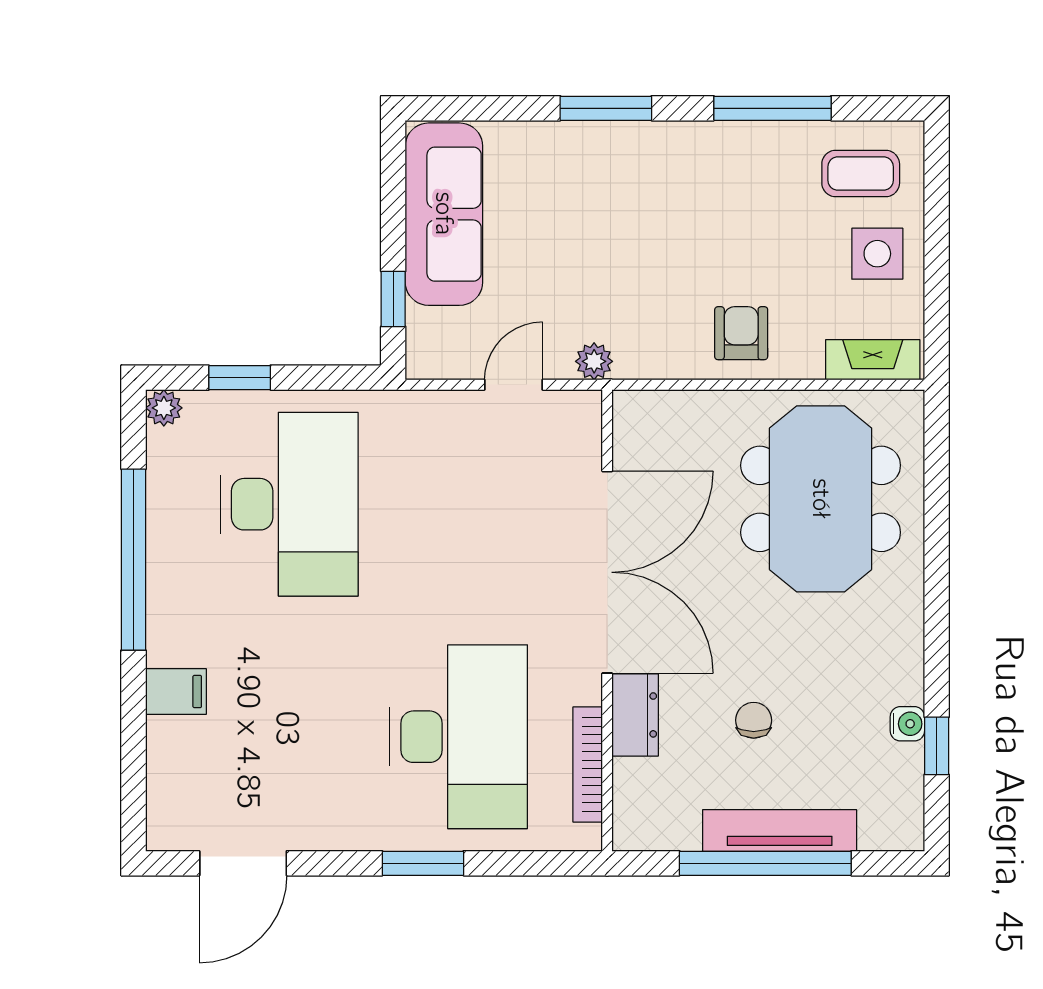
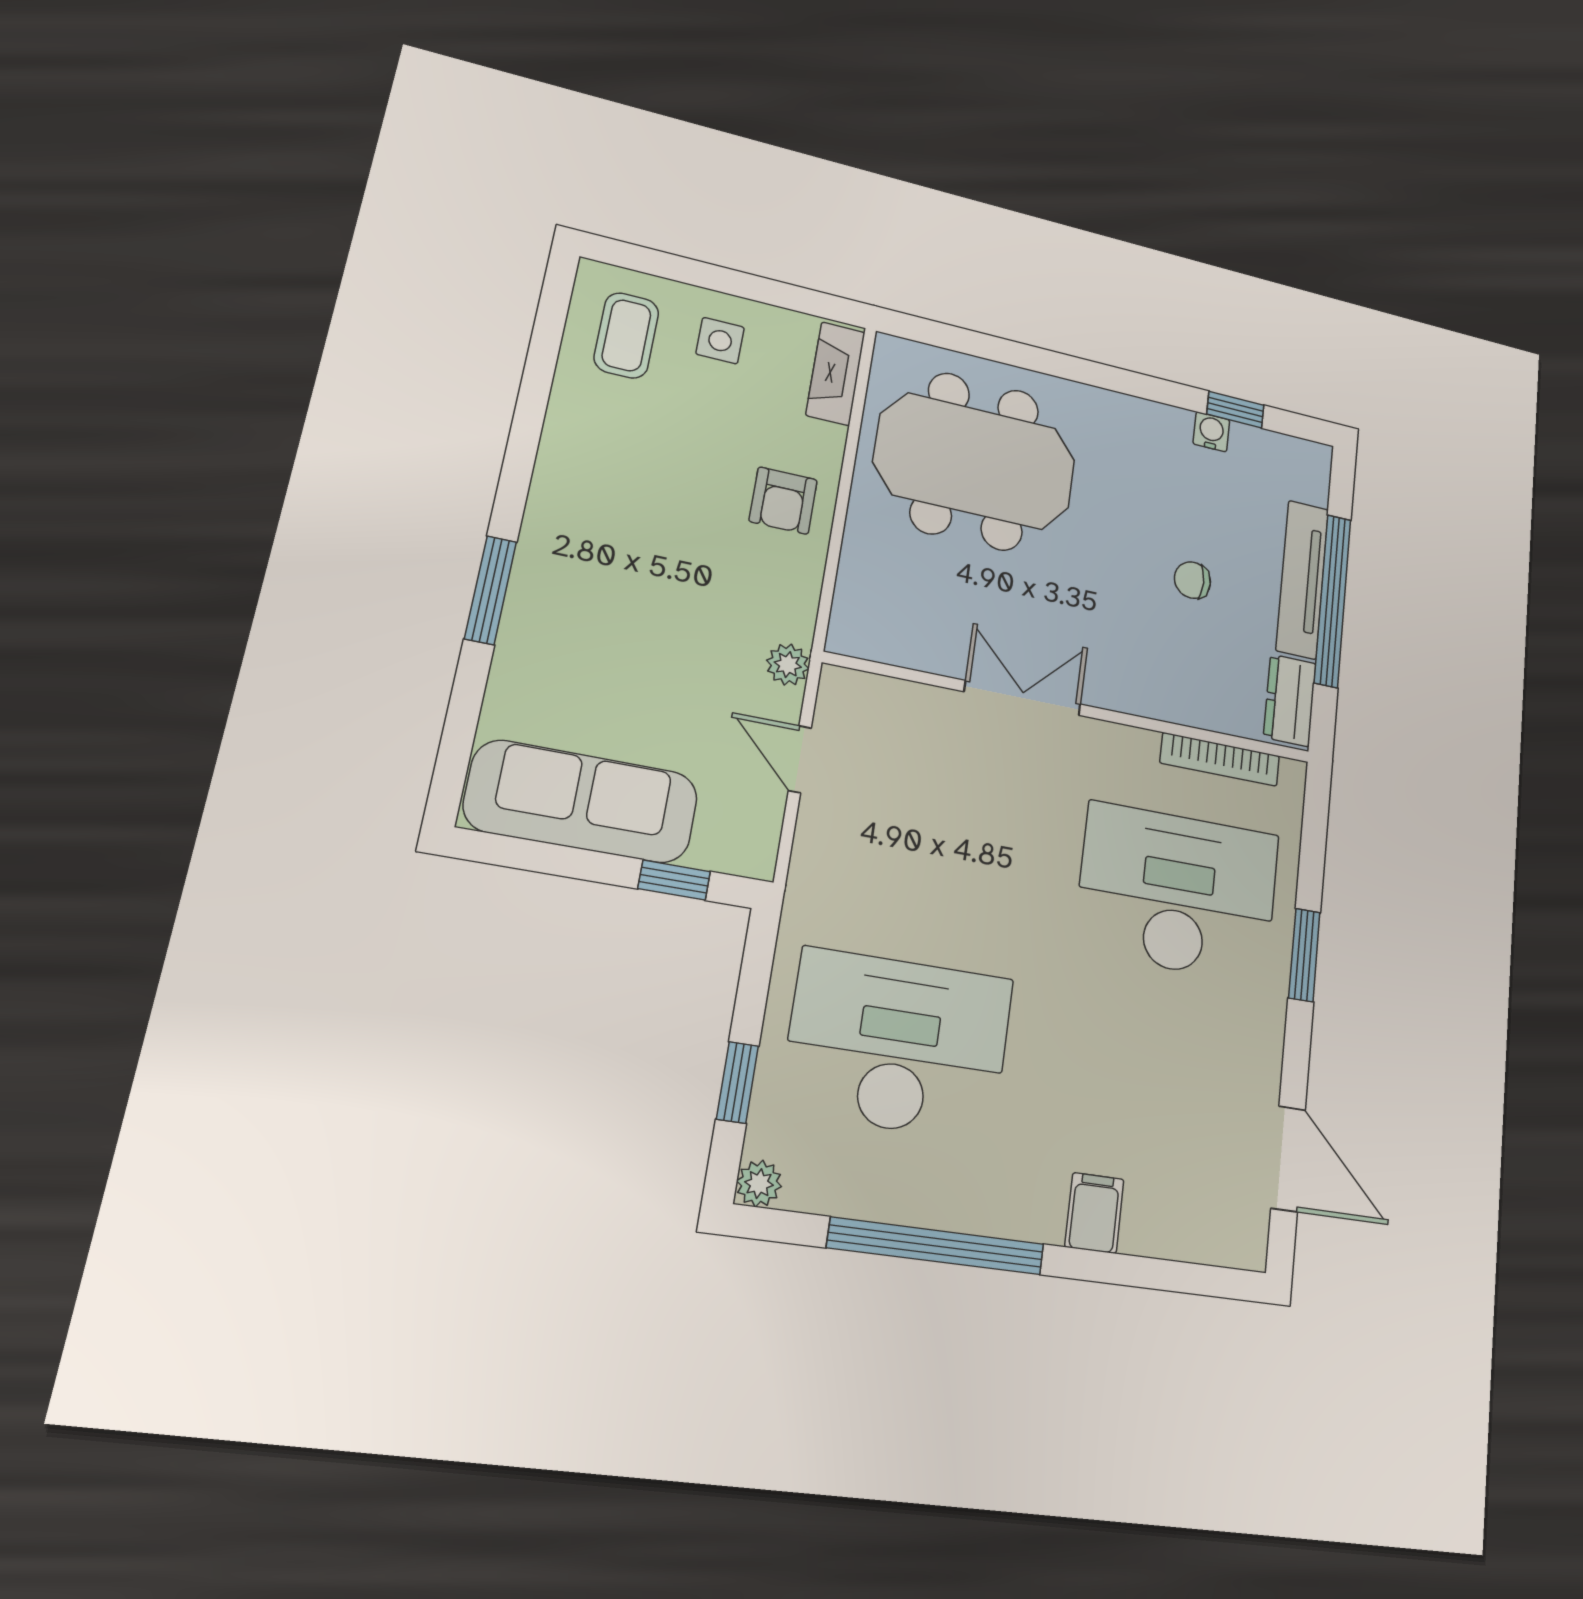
window: (772, 108) -> (531, 409), removed
side table: (877, 254) -> (720, 341), width x0.73, depth x0.73
armchair: (741, 333) -> (783, 501), turned -90
double door: (607, 572) -> (1023, 698), width x0.54
dresser: (635, 715) -> (1290, 700), moved, turned -90

